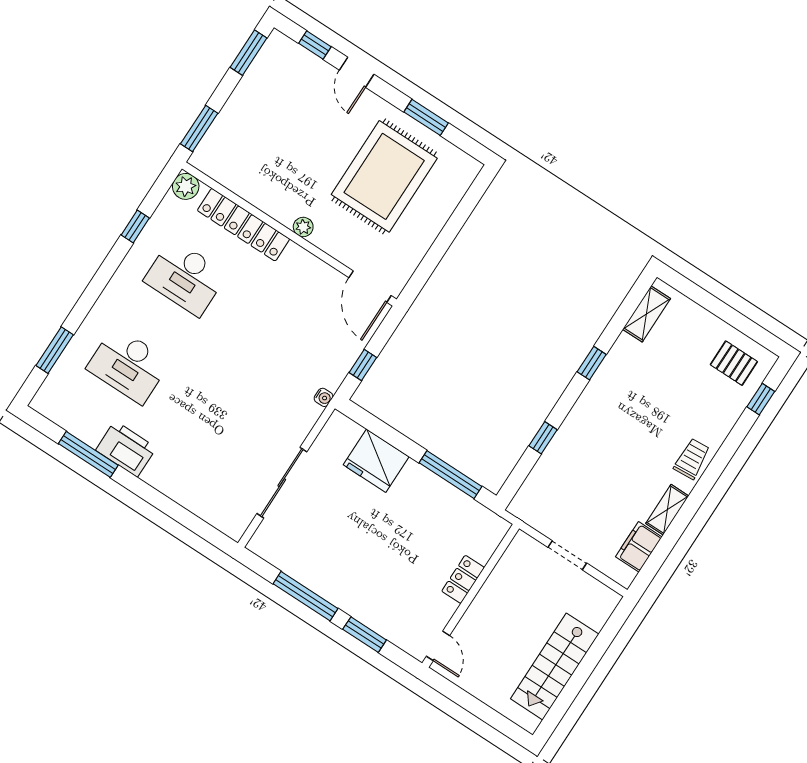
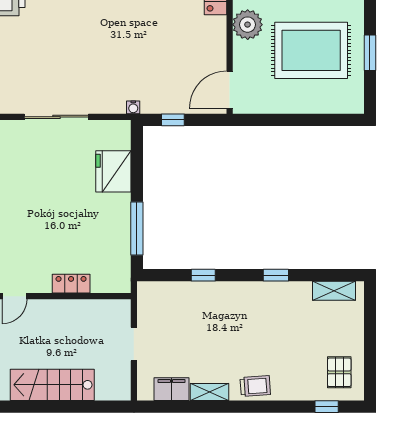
plant: (303, 227) -> (248, 25), width x1.88, depth x1.88

